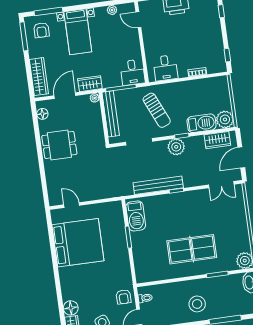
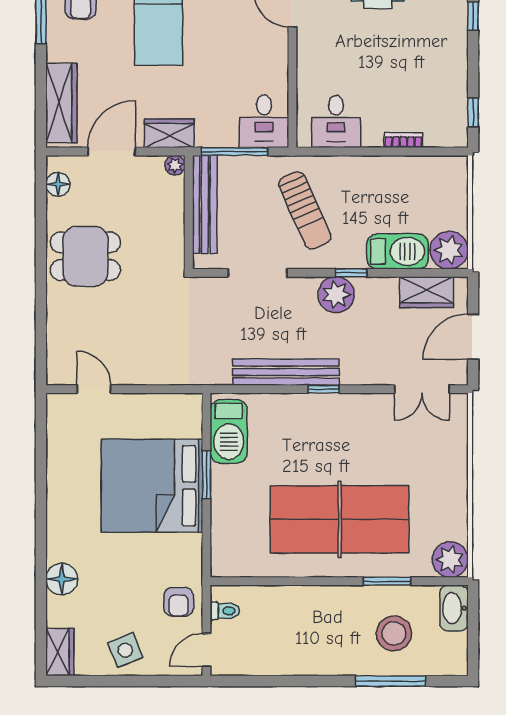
bed: (78, 243) -> (152, 486), moved, turned 180
table tennis table: (192, 249) -> (339, 519), width x1.36, depth x1.32
stool: (197, 304) -> (394, 633), moved
floor lamp: (71, 308) -> (62, 579), moved

